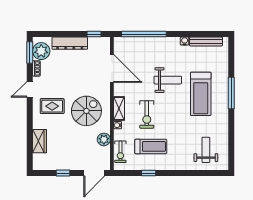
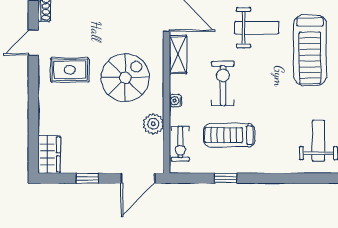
shelving: (119, 108) -> (178, 55), moved
exercise bike: (147, 114) -> (223, 83), turned 180
wardrobe: (39, 141) -> (49, 154), moved
treadmill: (151, 146) -> (229, 135), turned 180

